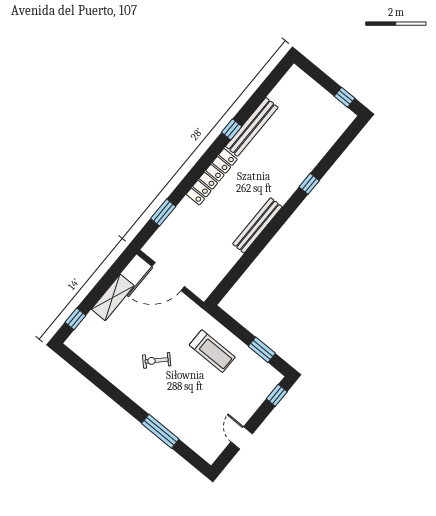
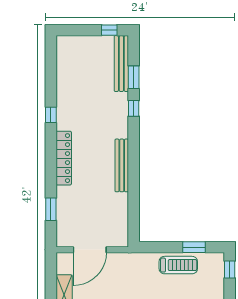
bench: (252, 127) -> (121, 64), moved
window: (332, 156) -> (134, 77), added
treadmill: (212, 351) -> (178, 265), moved

